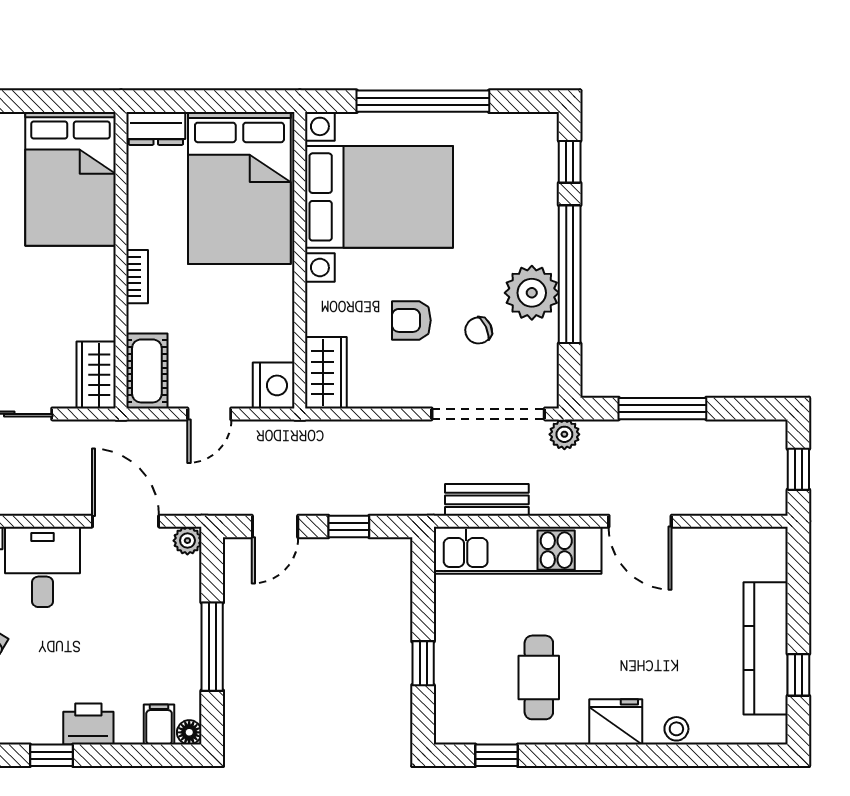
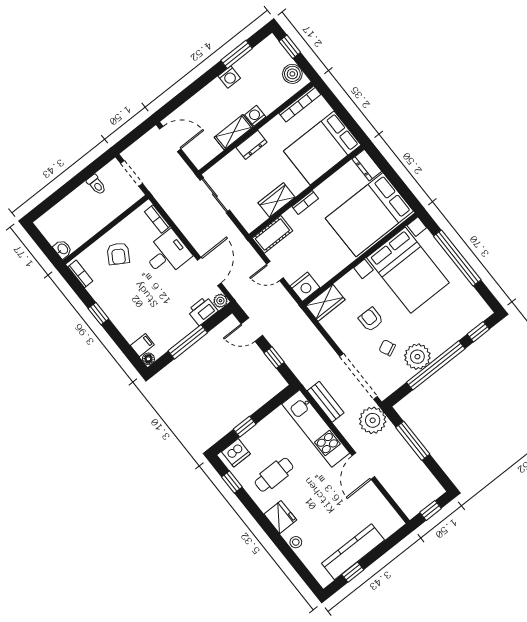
wardrobe: (96, 375) -> (277, 200), moved
plant: (564, 434) -> (373, 420), width x1.87, depth x1.87
dishwasher: (454, 711) -> (236, 453), added
printer: (88, 724) -> (203, 311), moved, turned -90

